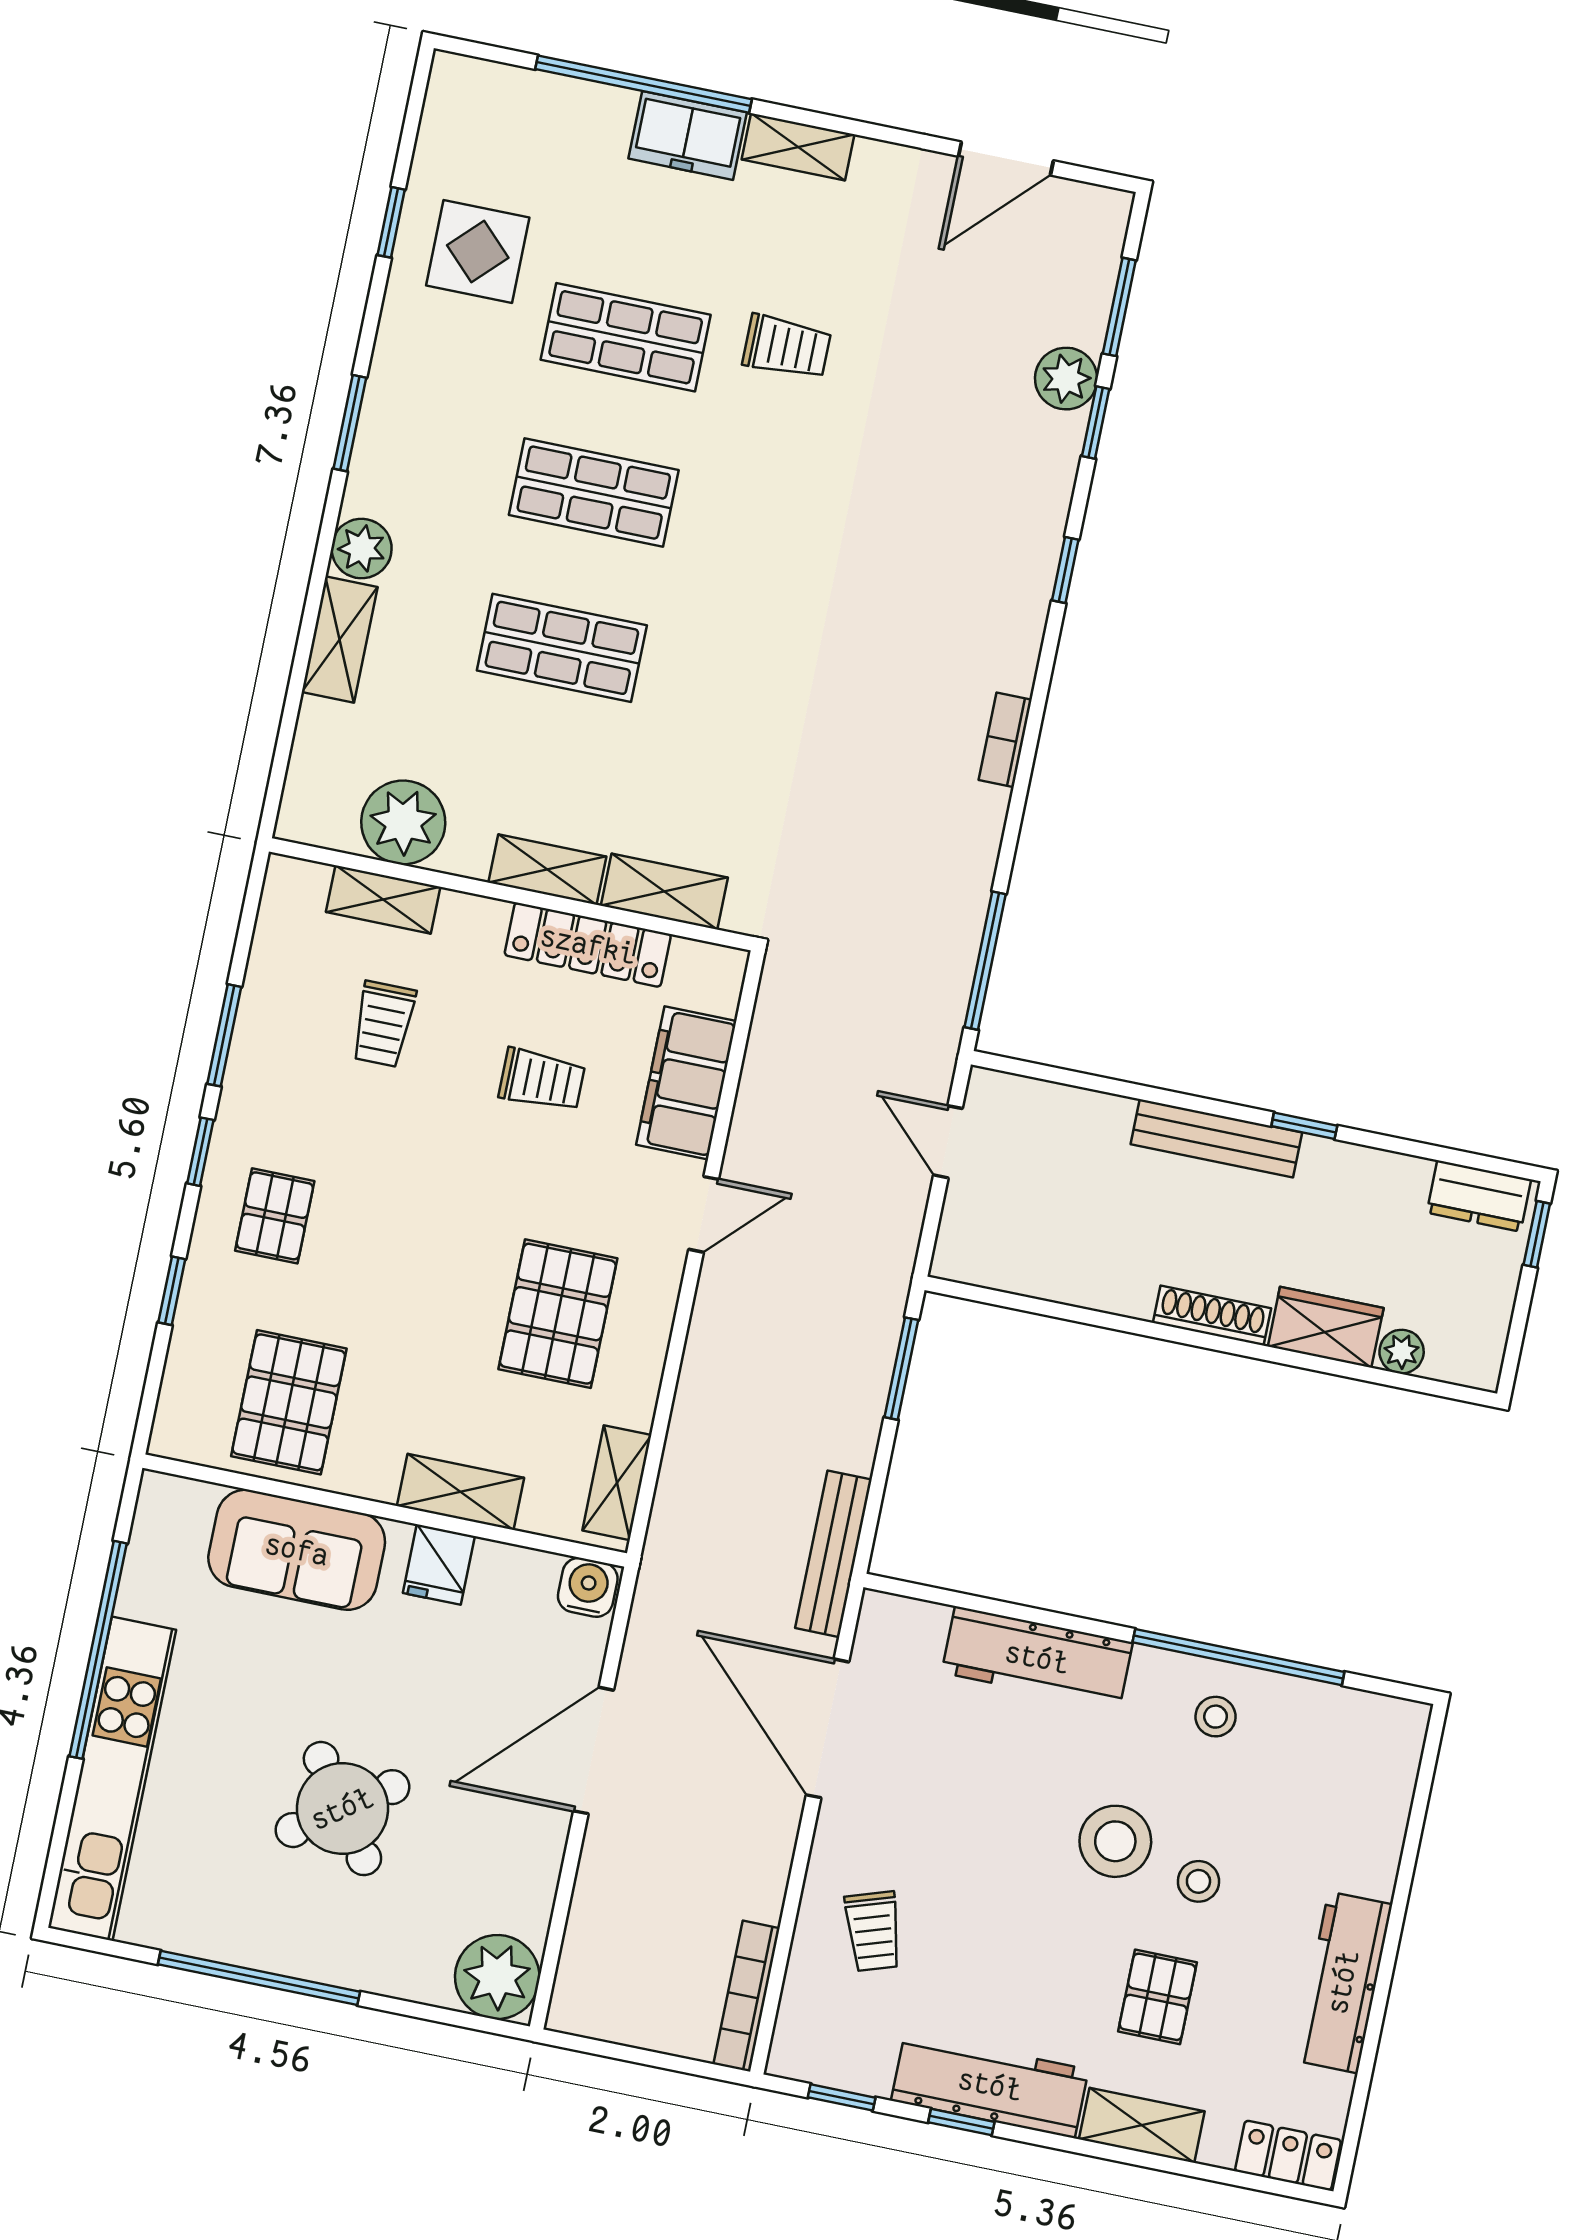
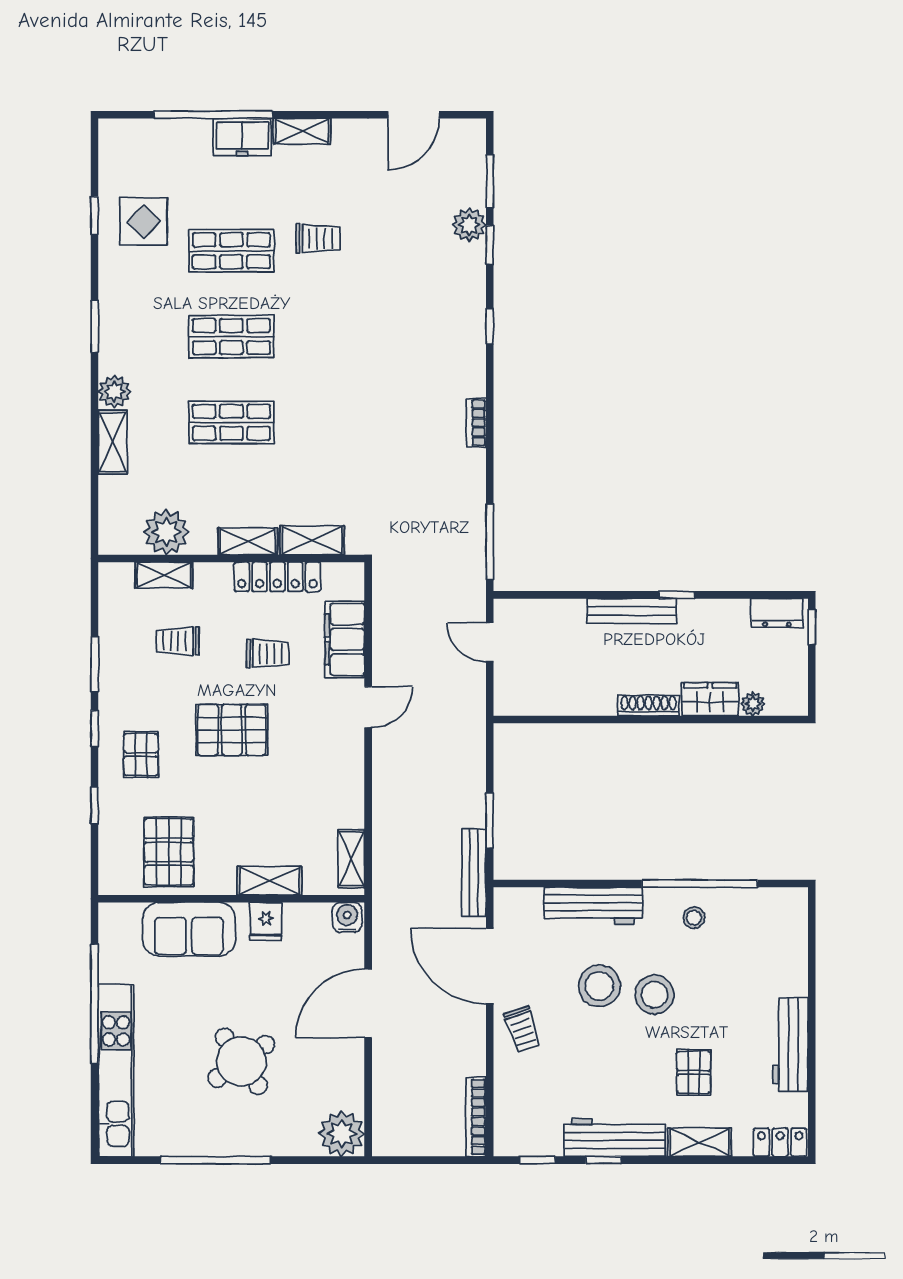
trolley: (383, 1024) -> (178, 641), turned 90
pallet: (558, 1314) -> (232, 730), moved, turned 90
window: (901, 1369) -> (490, 820), moved
stool: (1198, 1881) -> (599, 986), moved, width x1.89, depth x1.89
trolley: (873, 1931) -> (522, 1029), moved

